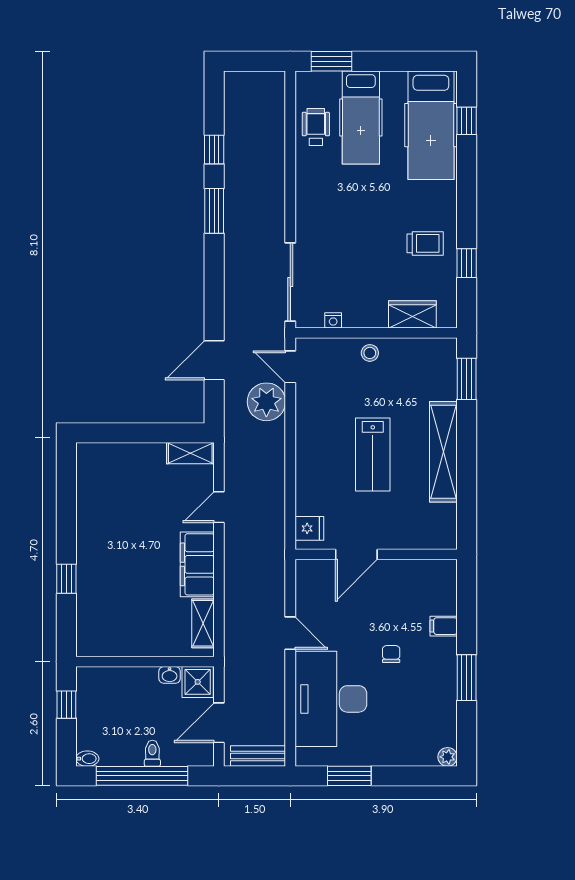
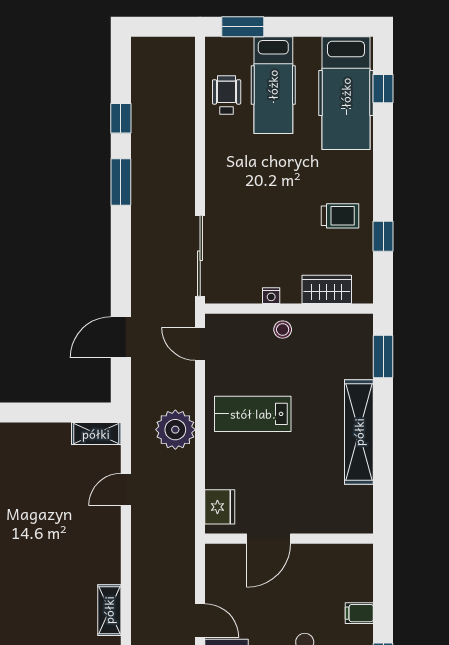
nightstand: (333, 320) -> (271, 296), moved
plant: (266, 402) -> (175, 430), moved
lab bench: (373, 454) -> (253, 414), moved, turned 90
fridge: (309, 528) -> (220, 507), width x1.38
filing cabinet: (197, 564) -> (103, 549), removed

